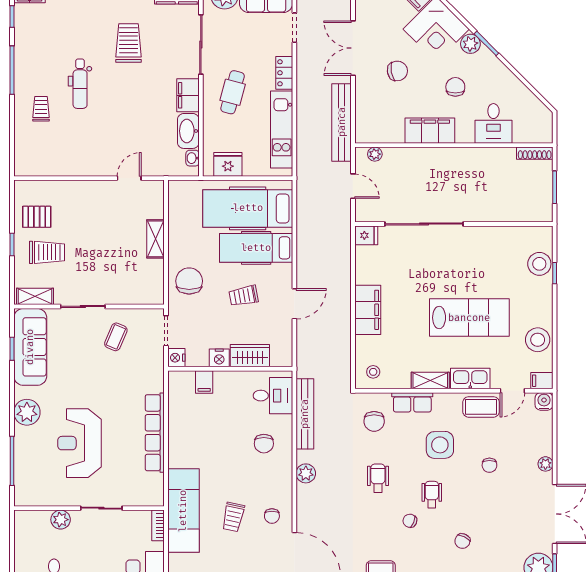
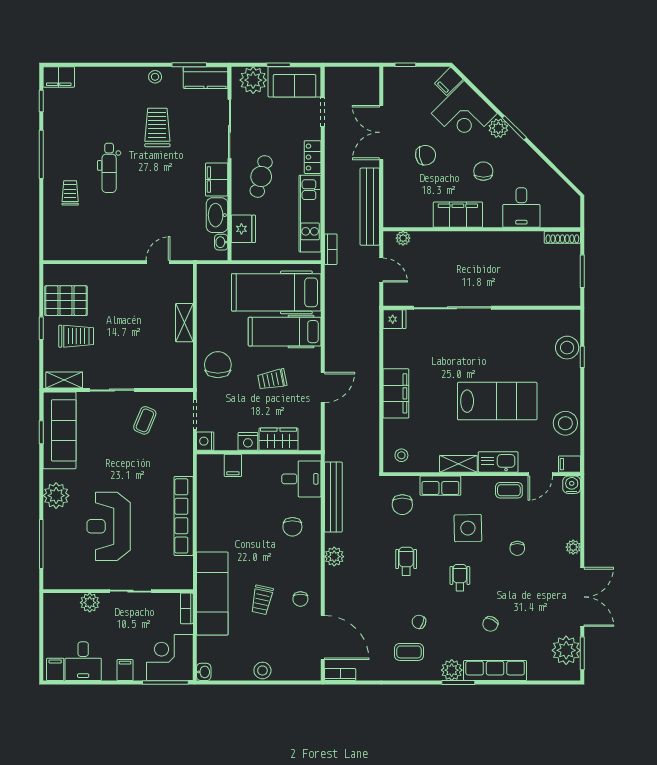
fridge: (228, 164) -> (243, 229), moved, turned 90
bookcase: (302, 165) -> (331, 249), added
pallet: (37, 217) -> (66, 301), width x1.50, depth x1.42
coffee table: (481, 407) -> (509, 490), width x0.73, depth x0.77
chair: (410, 521) -> (419, 622), moved

